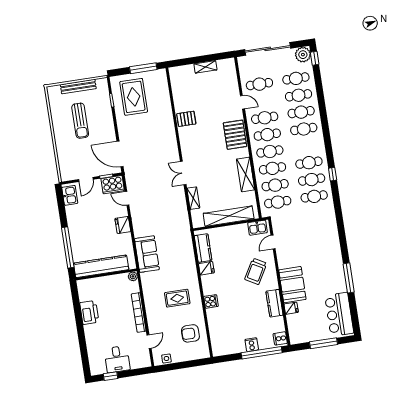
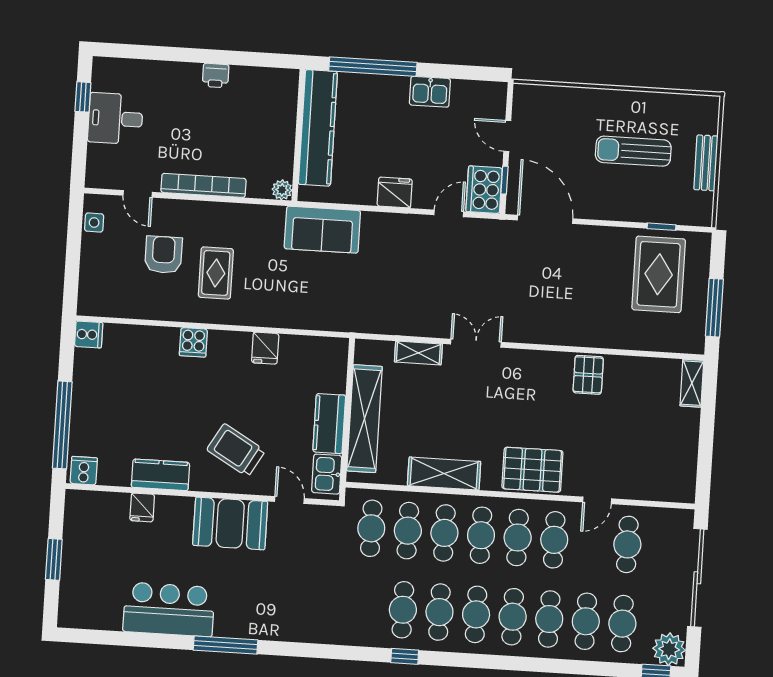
shelving: (205, 67) -> (692, 383), moved
bench: (78, 87) -> (706, 163), width x0.73
rug: (134, 97) -> (659, 274), turned 90
door: (120, 154) -> (545, 219), hinge flipped
kitchen sink: (70, 195) -> (430, 92), moved
cafe table: (314, 196) -> (476, 614), moved
kitchen counter: (203, 248) -> (329, 424), moved, turned 90
window: (349, 278) -> (226, 645), moved
booth: (292, 285) -> (230, 523), moved
printer: (89, 312) -> (216, 76), width x0.53, depth x0.68
bar counter: (339, 314) -> (169, 609), moved
armchair: (190, 333) -> (164, 255), moved
window: (324, 343) -> (54, 559), width x0.69
cooker: (252, 345) -> (89, 334), moved

